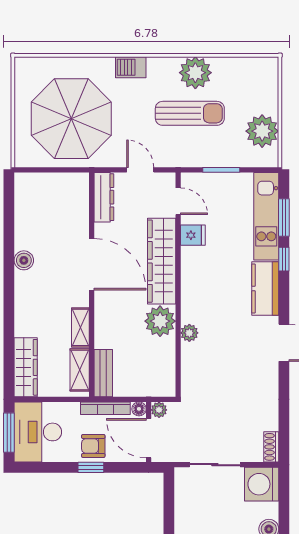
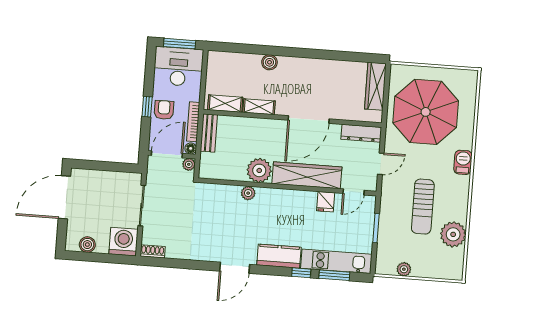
plant: (195, 73) -> (453, 234), moved
plant: (262, 131) -> (404, 269), width x0.53, depth x0.53
boiler: (24, 260) -> (269, 62), moved
wardrobe: (26, 367) -> (375, 86), moved, turned 90
bench: (103, 373) -> (209, 133), moved, turned 90

